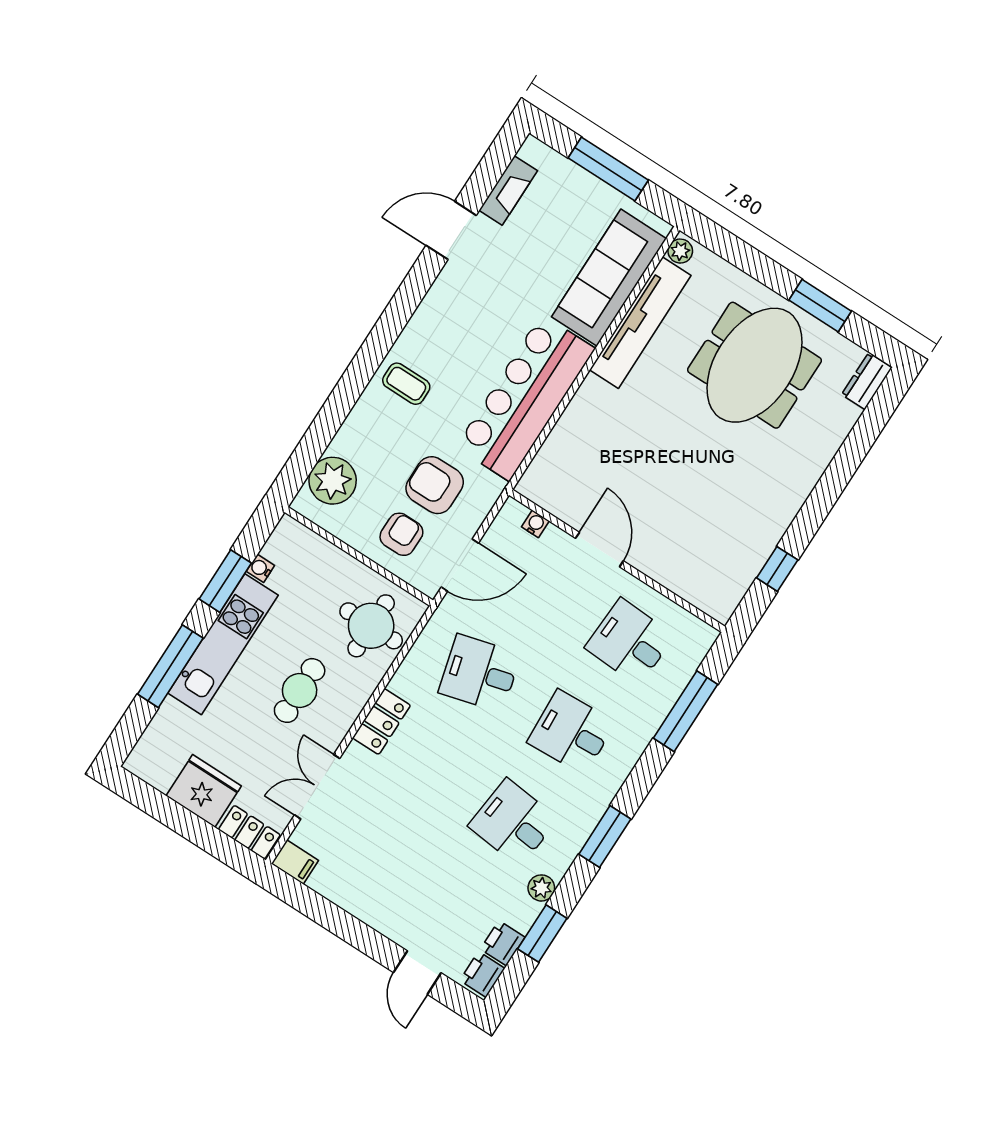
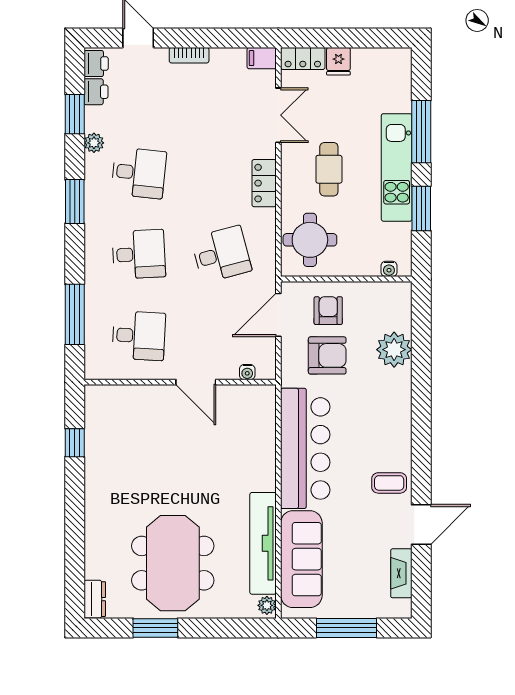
coffee table: (406, 384) -> (389, 483), moved
plant: (333, 481) -> (394, 350), moved
armchair: (401, 534) -> (328, 311), turned 180
water cooler: (260, 568) -> (389, 269), moved, turned 90
fridge: (204, 791) -> (338, 61), width x0.53, depth x0.75
bookcase: (373, 917) -> (189, 55), added

